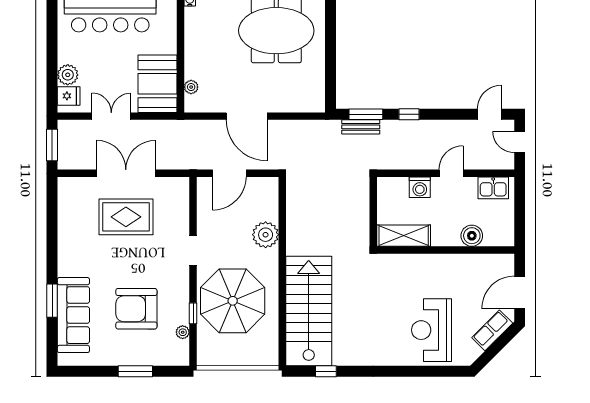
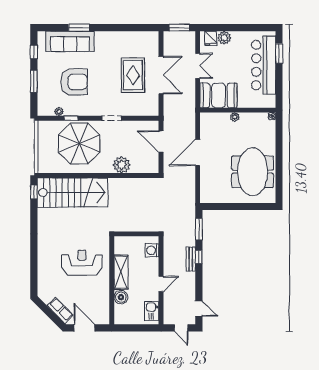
plant: (191, 87) -> (235, 117), moved
bench: (361, 127) -> (191, 259), moved
door: (520, 142) -> (181, 328), swing flipped
door: (451, 173) -> (161, 284), hinge flipped
washing machine: (420, 187) -> (152, 250), moved
shelving: (404, 236) -> (121, 272), moved
armchair: (136, 309) -> (74, 82), turned 90
reception desk: (431, 330) -> (82, 263), moved
window: (90, 371) -> (34, 52), added
window: (326, 371) -> (34, 192), moved

